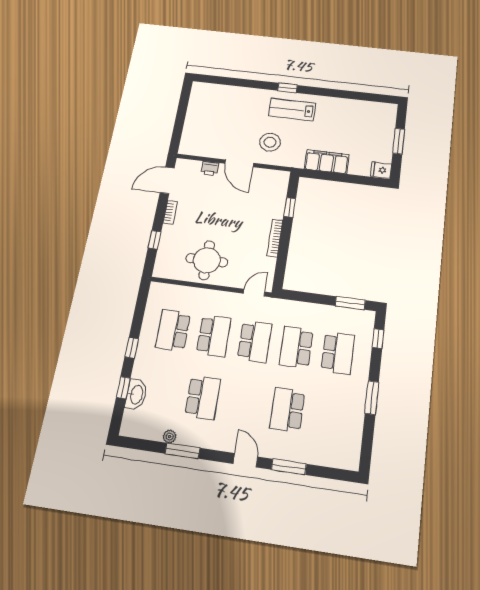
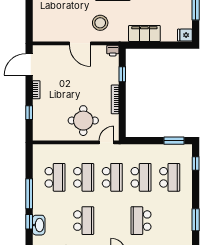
printer: (210, 168) -> (113, 51), moved
round table: (207, 260) -> (83, 121), moved
school desk: (173, 330) -> (55, 177), turned 180
school desk: (296, 347) -> (141, 177), turned 180
window: (132, 348) -> (29, 194), width x2.17
window: (372, 398) -> (196, 220), moved

